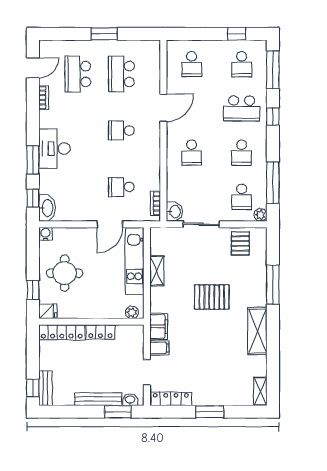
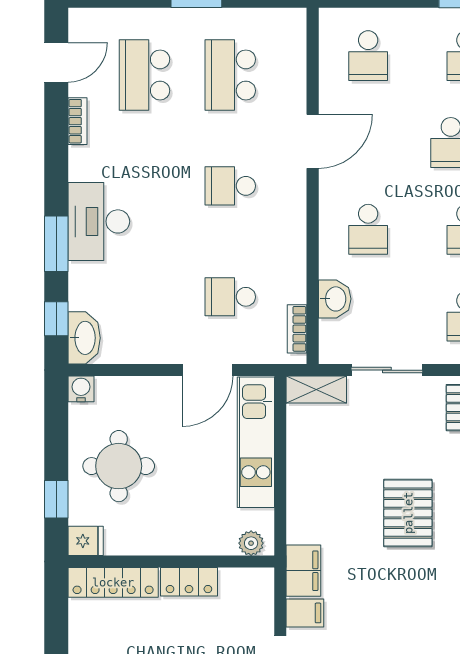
washbasin: (175, 212) -> (335, 299), moved
shelving: (157, 271) -> (316, 389), moved, turned 90
pallet: (212, 297) -> (408, 513), turned 90

